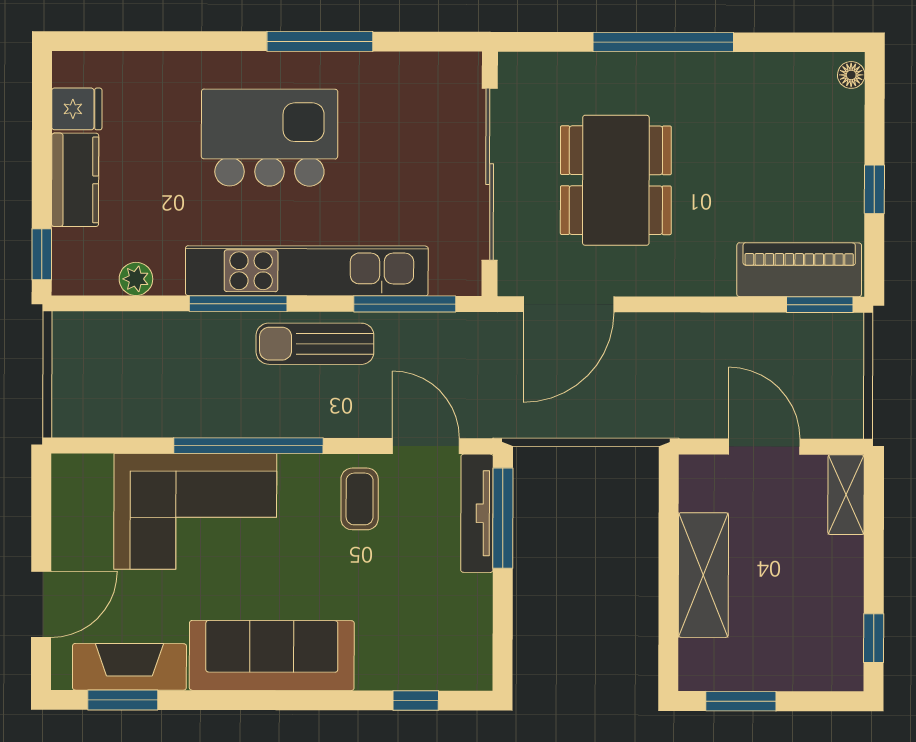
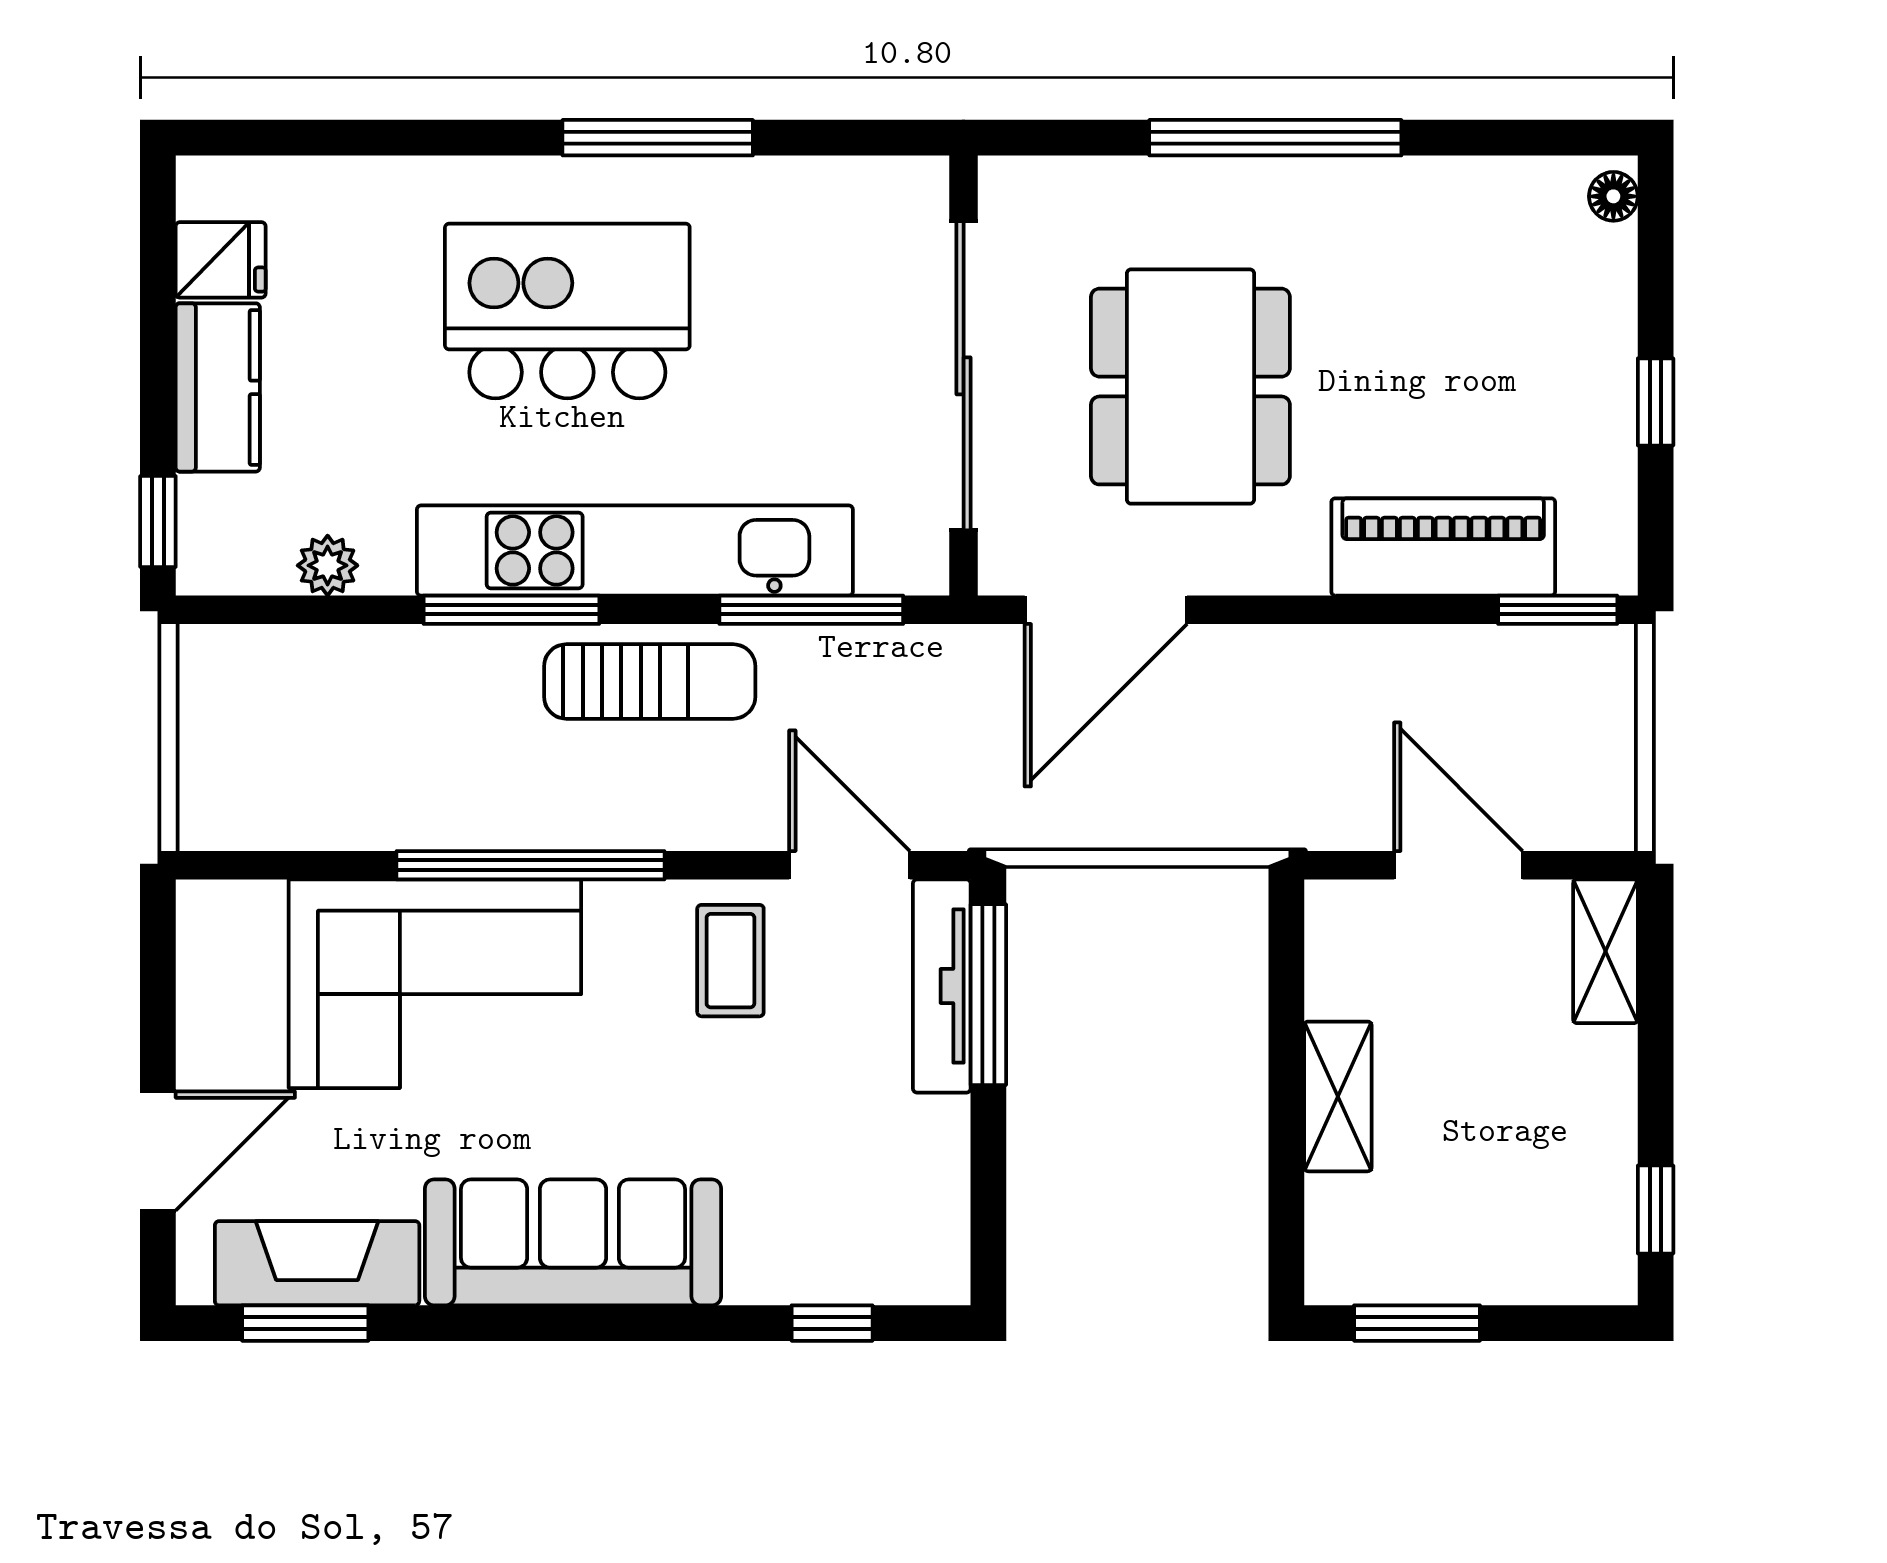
piano: (799, 270) -> (1443, 547), moved
sun lounger: (315, 344) -> (650, 681), turned 180
shelving: (703, 575) -> (1338, 1096), width x0.67, depth x0.75

